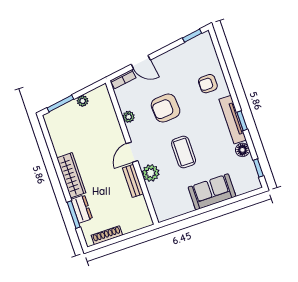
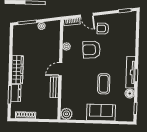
armchair: (208, 84) -> (103, 29), moved
coffee table: (184, 152) -> (104, 84), moved
plant: (151, 173) -> (66, 114), moved

